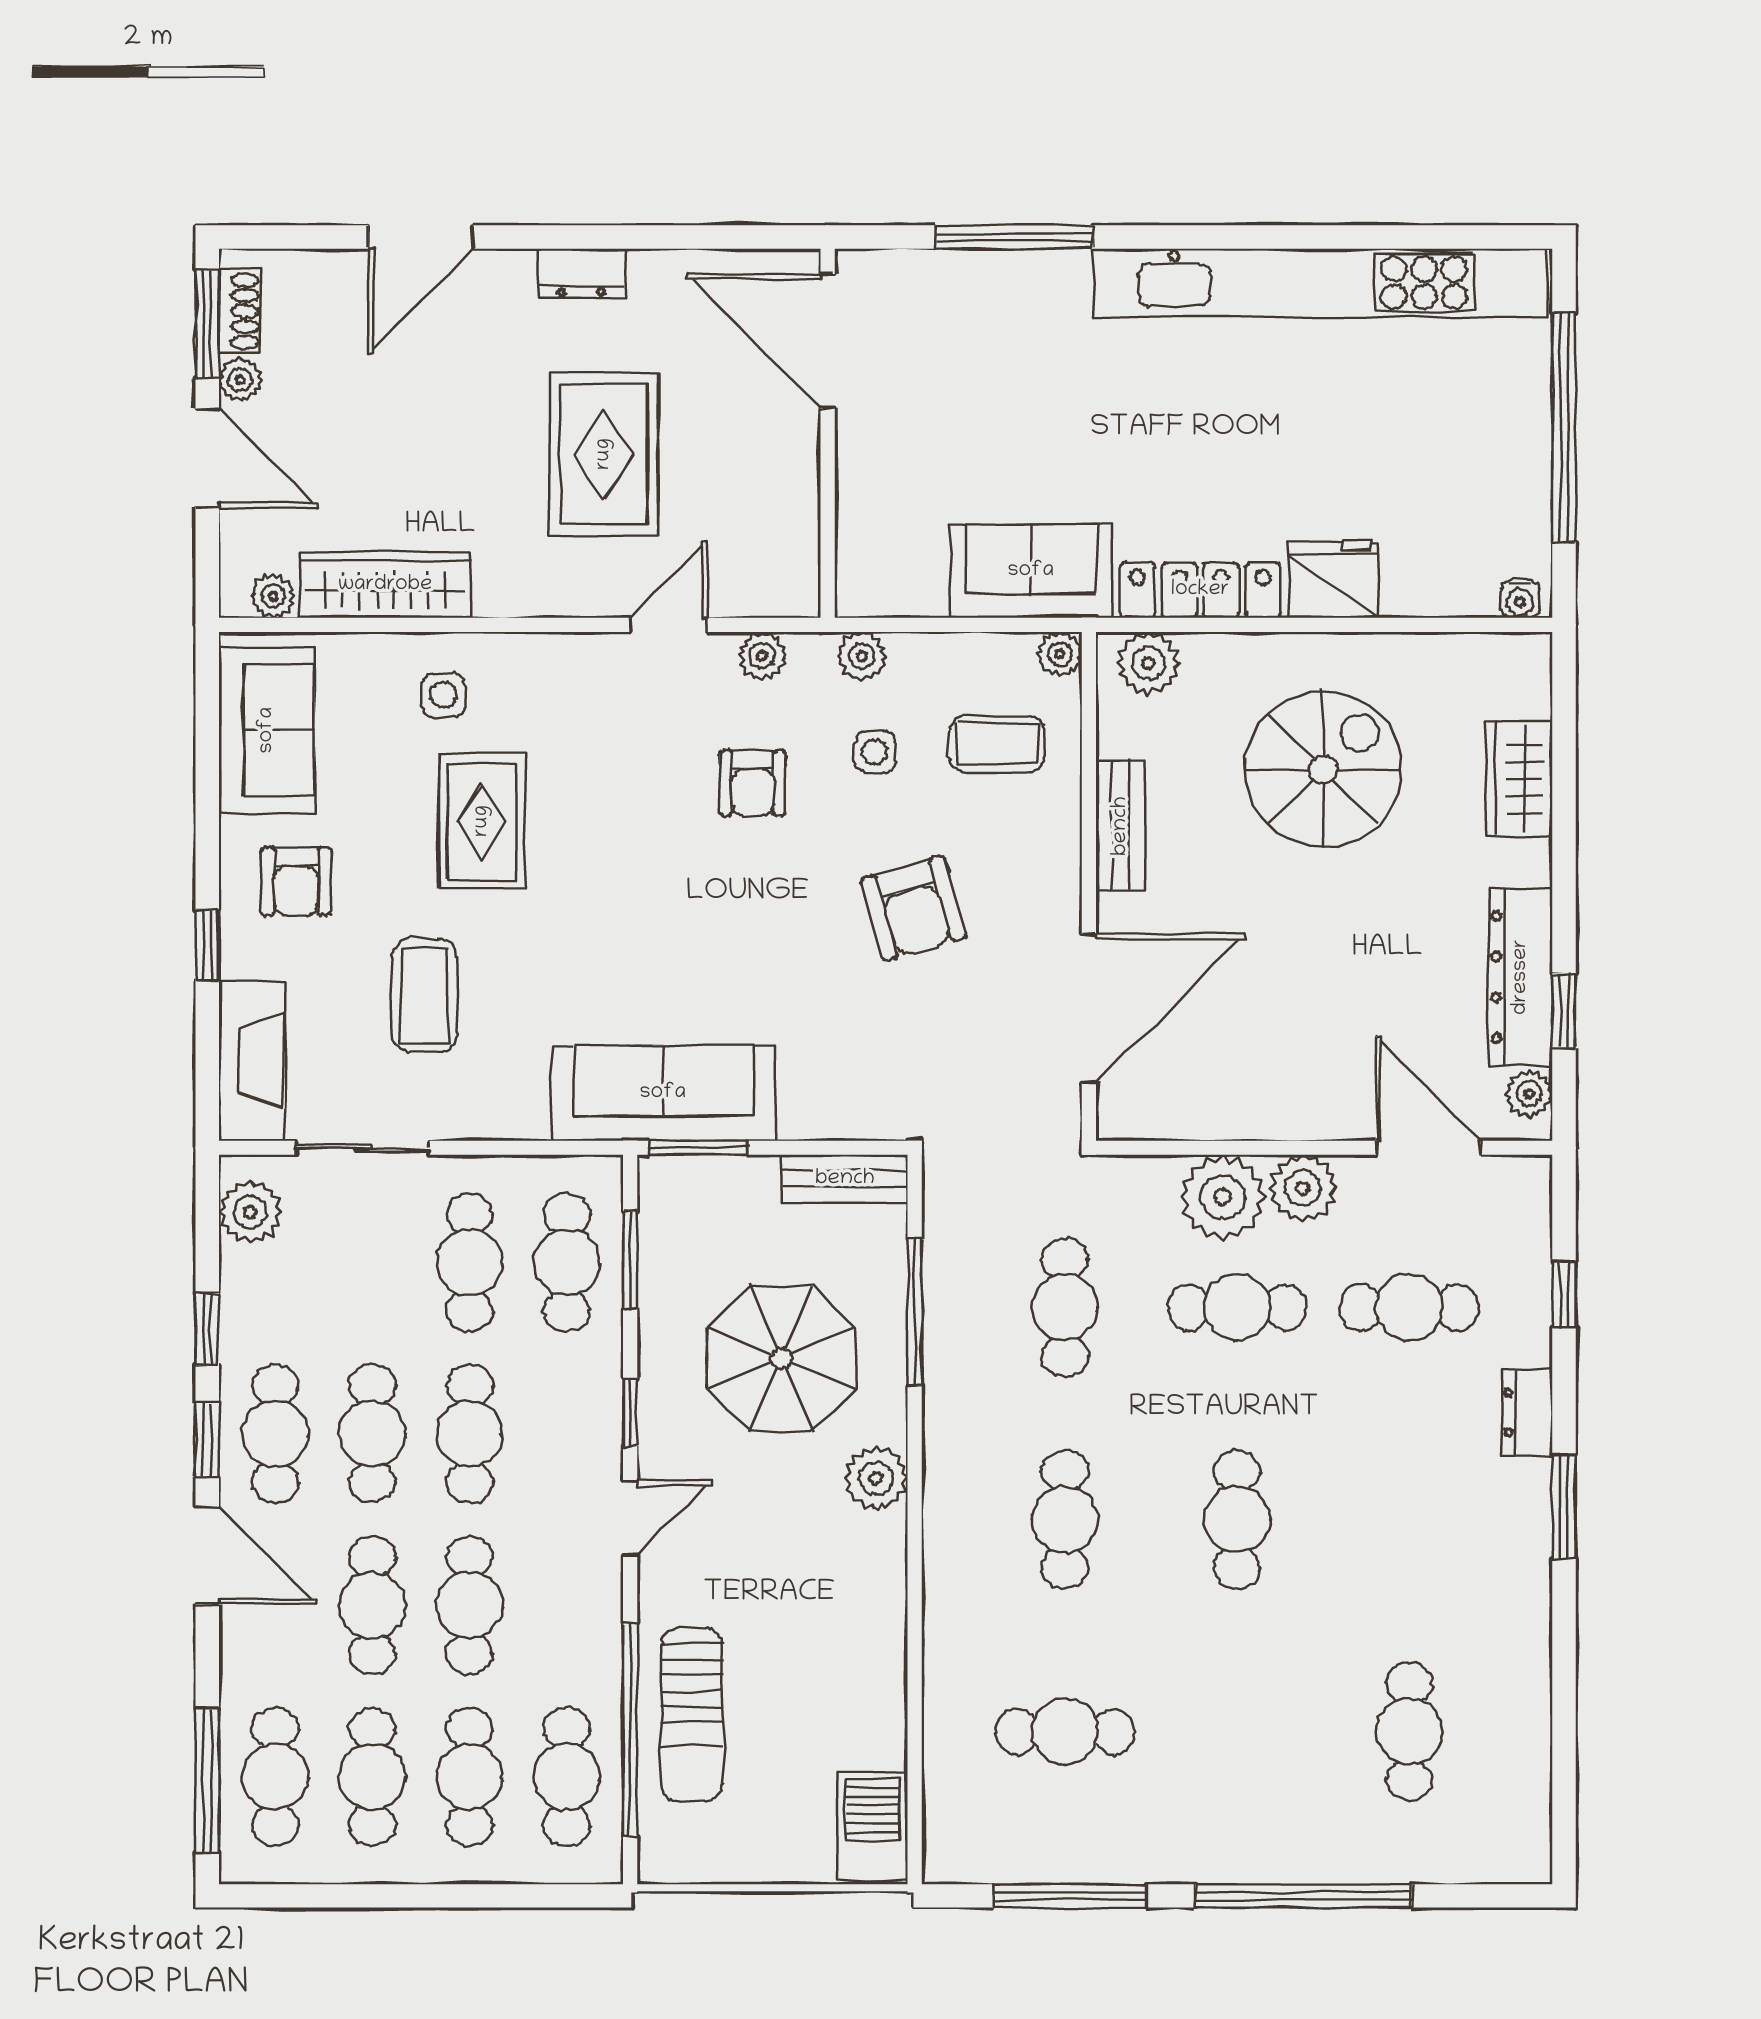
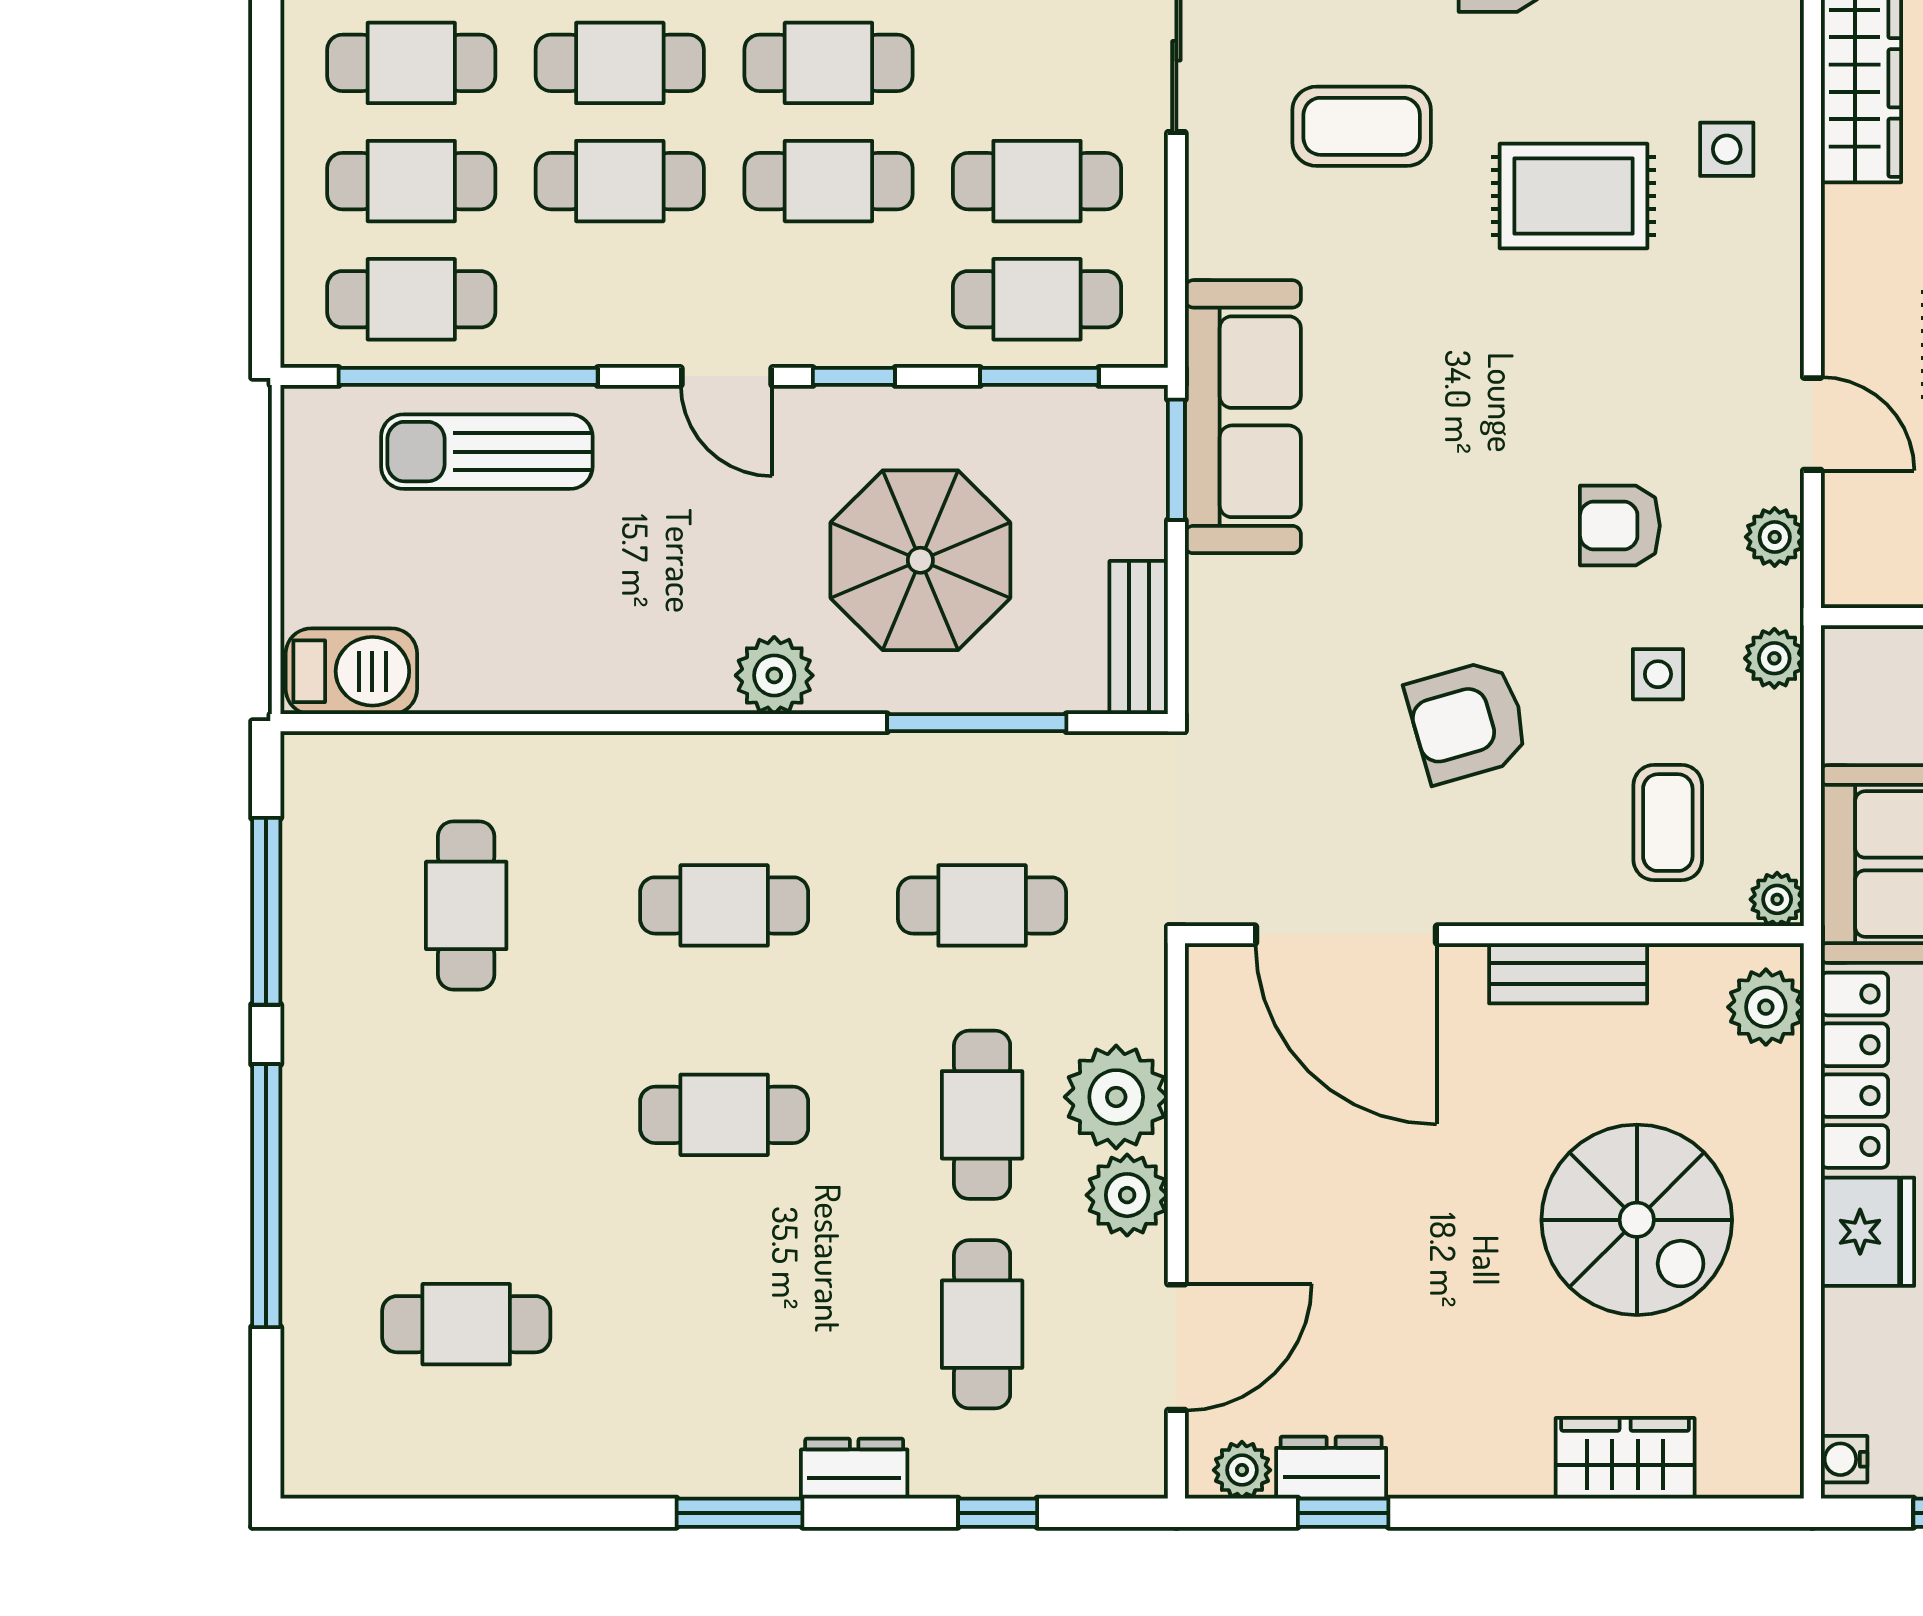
dresser: (1521, 977) -> (1331, 1468), width x0.51, depth x0.80

